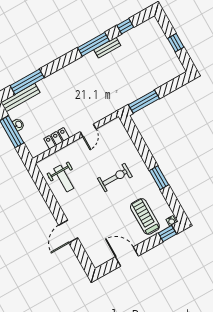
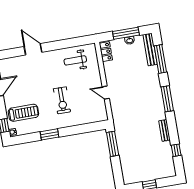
window: (93, 44) -> (167, 99), moved
locker: (57, 138) -> (106, 52), moved

